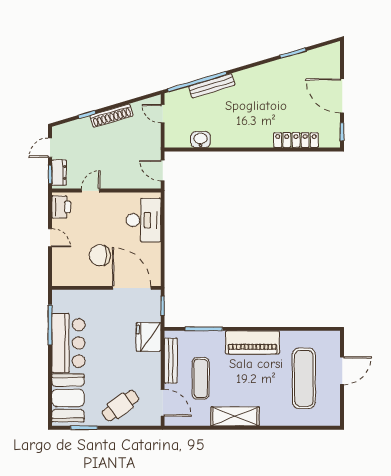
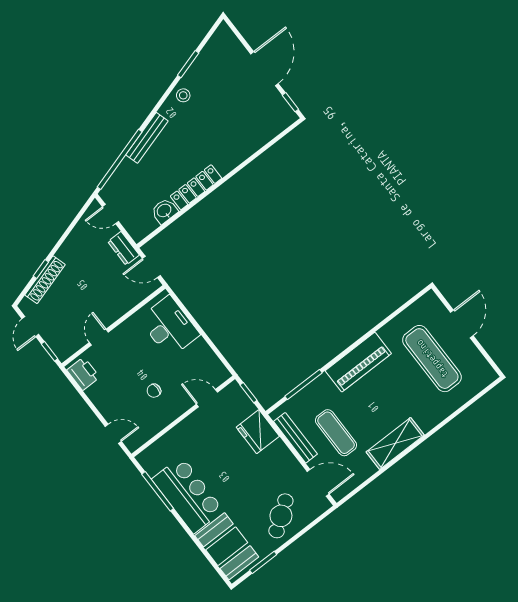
stool: (273, 72) -> (183, 95), added
bench: (212, 86) -> (147, 138), moved
door: (342, 96) -> (264, 69), swing flipped
shoe rack: (112, 116) -> (45, 280), moved
locker: (296, 140) -> (196, 187), moved
dresser: (59, 173) -> (123, 248), moved, turned 180
door: (50, 238) -> (113, 434), moved
chair: (100, 255) -> (154, 391), width x0.54, depth x0.54
door: (132, 288) -> (207, 398), width x0.53

